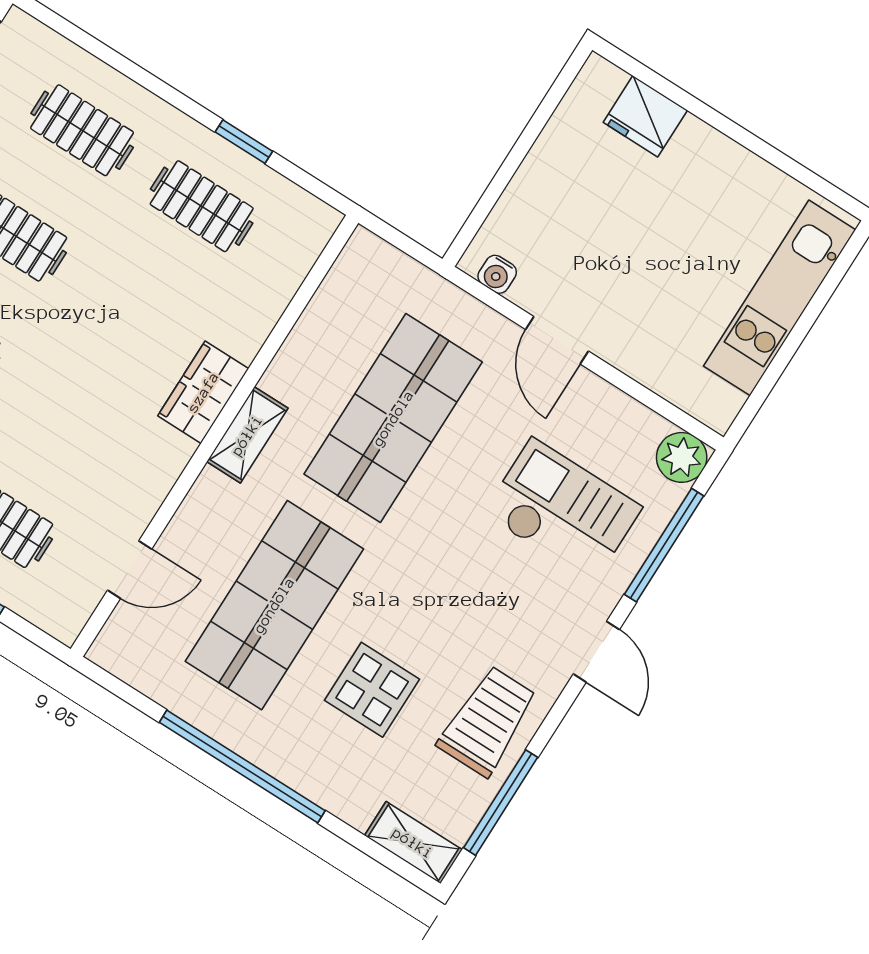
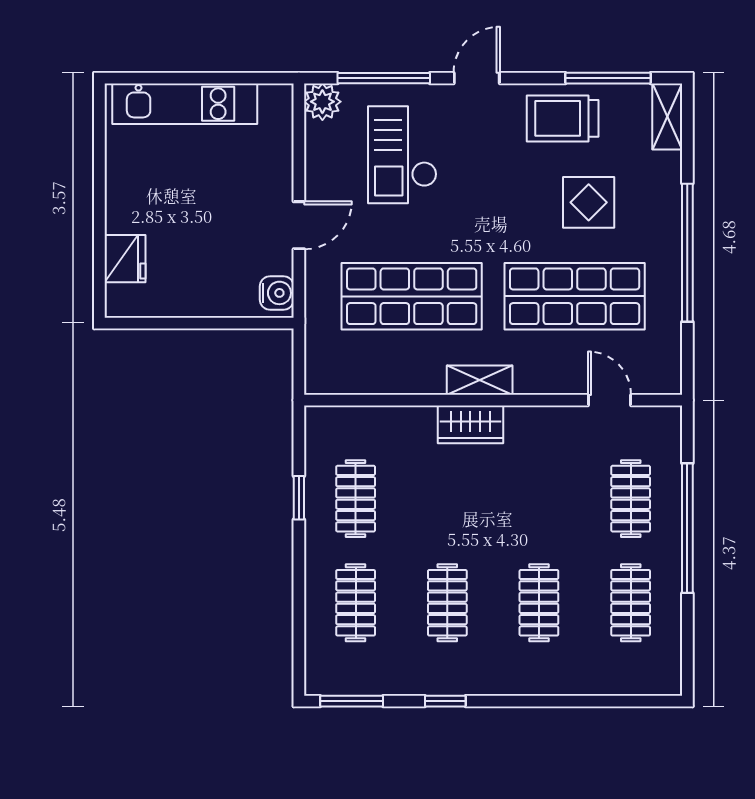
water cooler: (497, 274) -> (277, 293), width x1.38, depth x1.38

